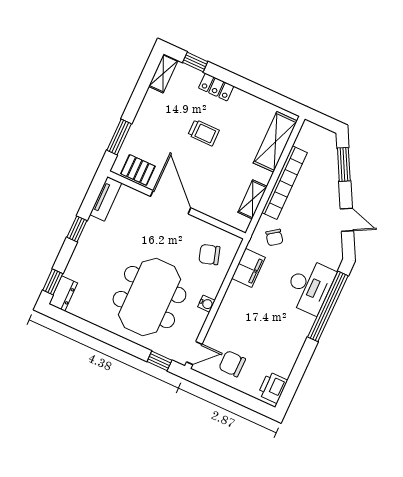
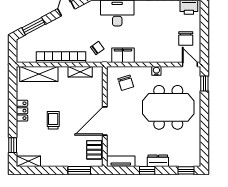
locker: (216, 87) -> (22, 111), moved
dresser: (63, 293) -> (158, 161), moved

